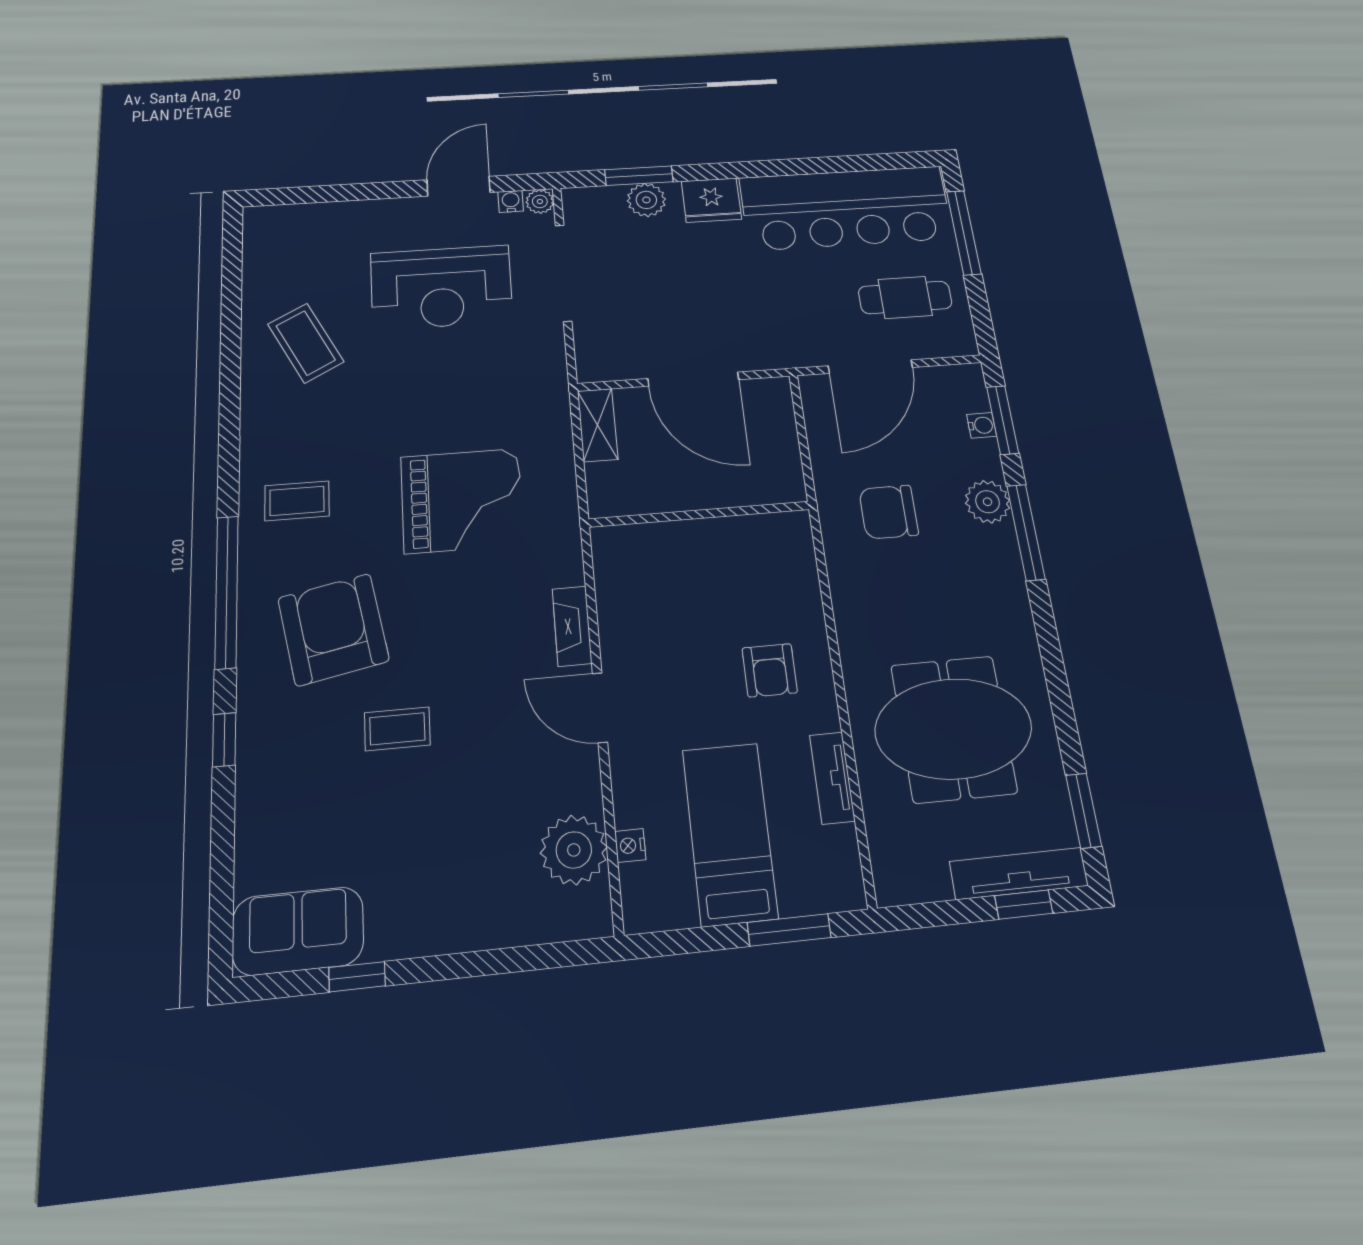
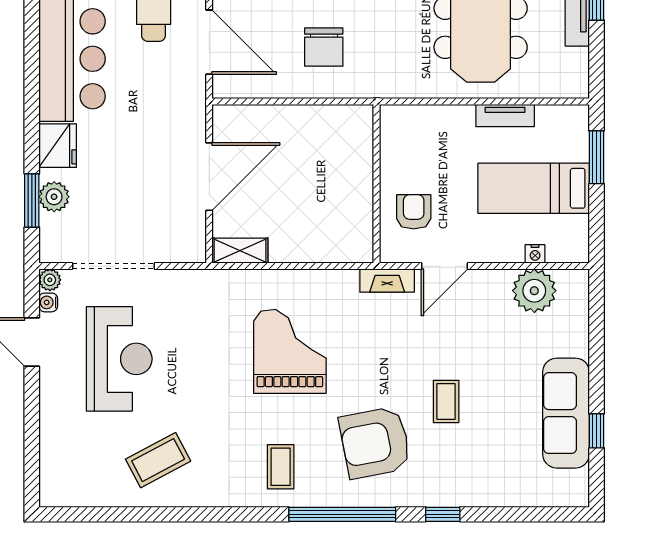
wall: (699, 514) -> (377, 184), moved
armchair: (770, 670) -> (414, 212), moved, turned -90
sofa: (298, 931) -> (566, 413), moved, width x1.36

